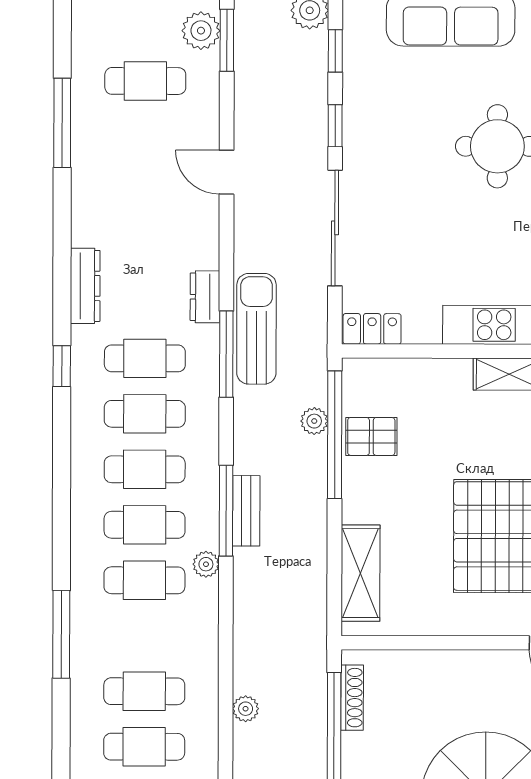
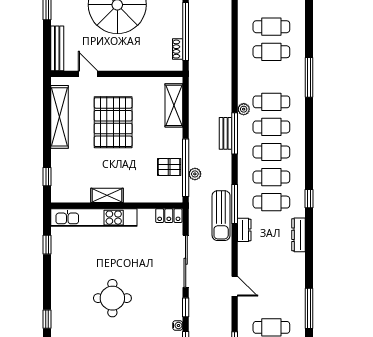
water cooler: (353, 85) -> (178, 325), added
shoe rack: (352, 698) -> (178, 49), width x0.70
plant: (246, 709) -> (226, 44), removed

